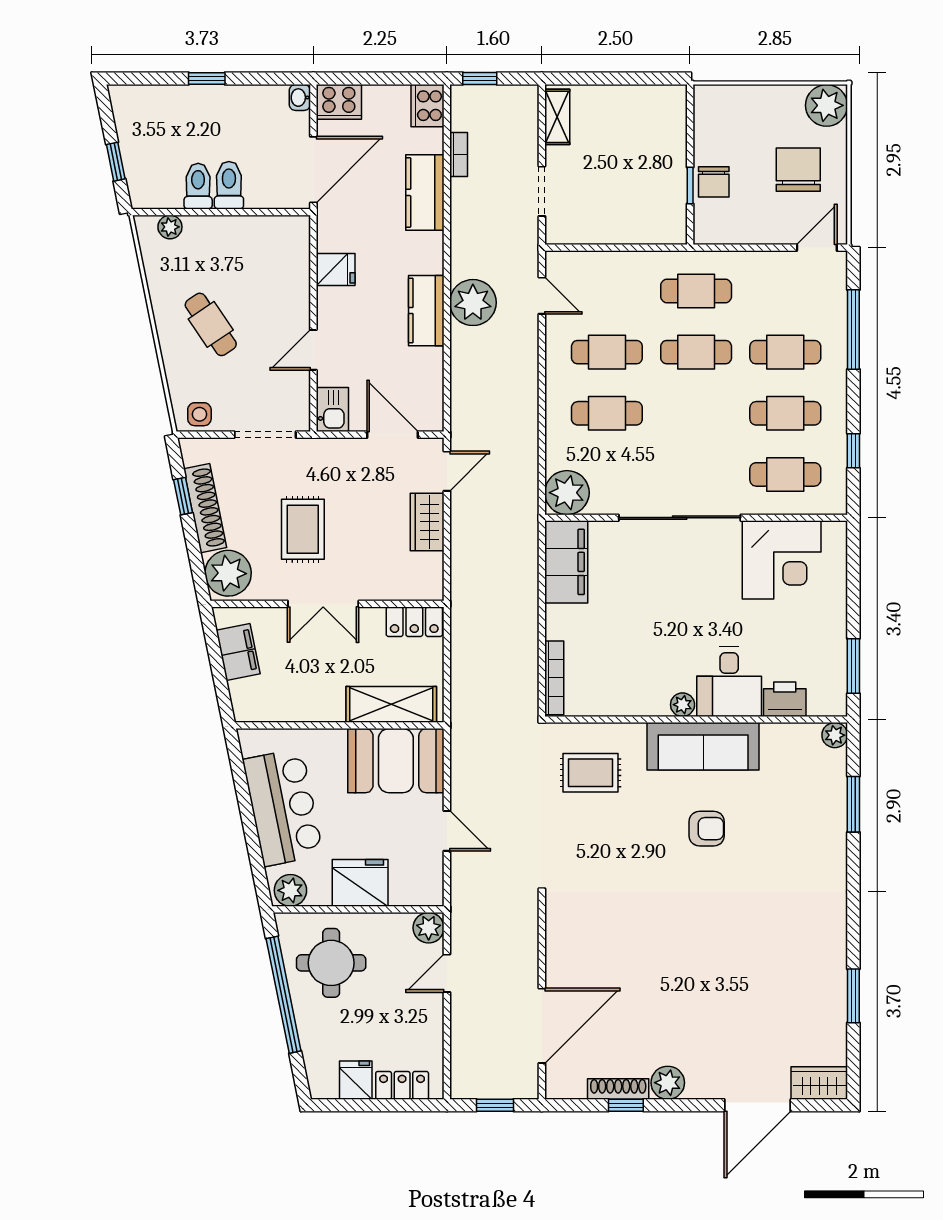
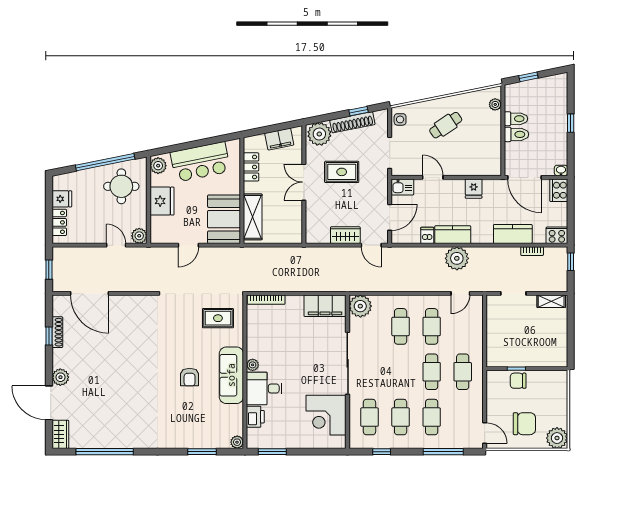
dishwasher: (428, 361) -> (427, 235), added
locker: (414, 622) -> (251, 167), moved, turned 180
rug: (591, 773) -> (218, 318), turned 90
window: (853, 996) -> (105, 452), width x2.11
plant: (668, 1083) -> (60, 377), moved

